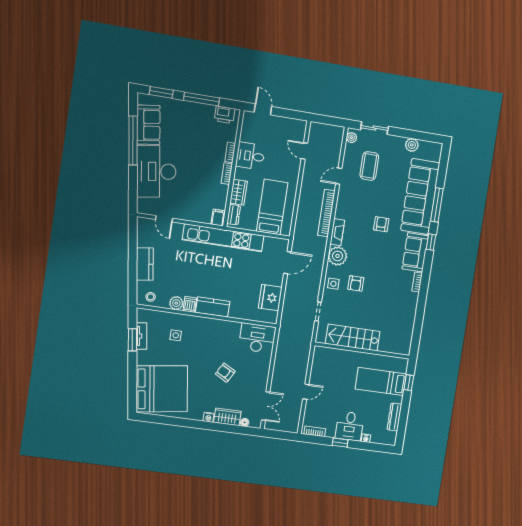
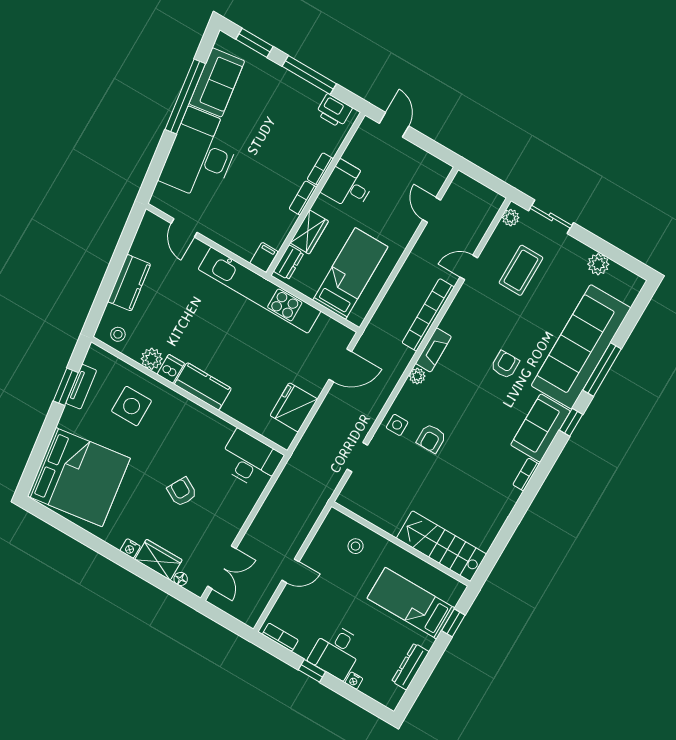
plant: (338, 256) -> (417, 376), width x0.53, depth x0.53
side table: (176, 335) -> (132, 406), width x1.87, depth x1.87
stairs: (353, 338) -> (441, 546), moved
stool: (337, 362) -> (356, 546), added

